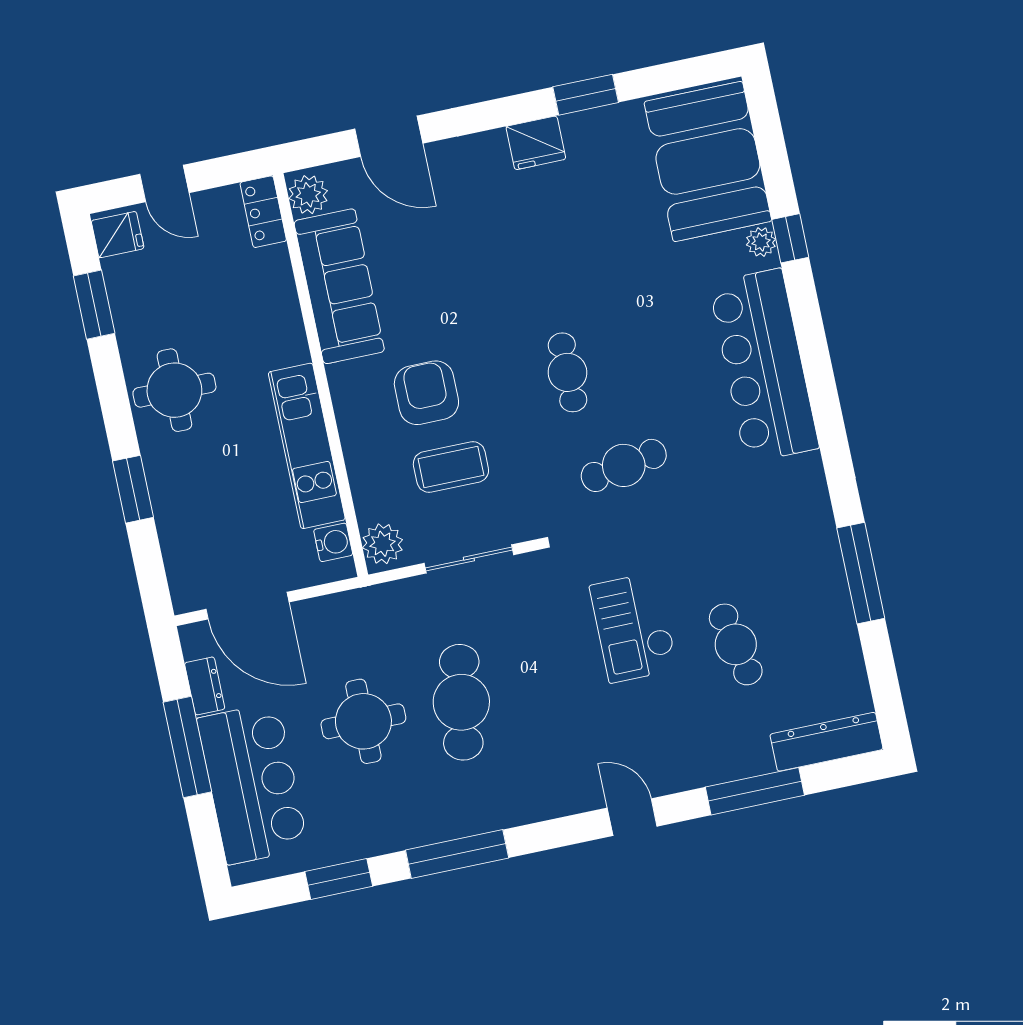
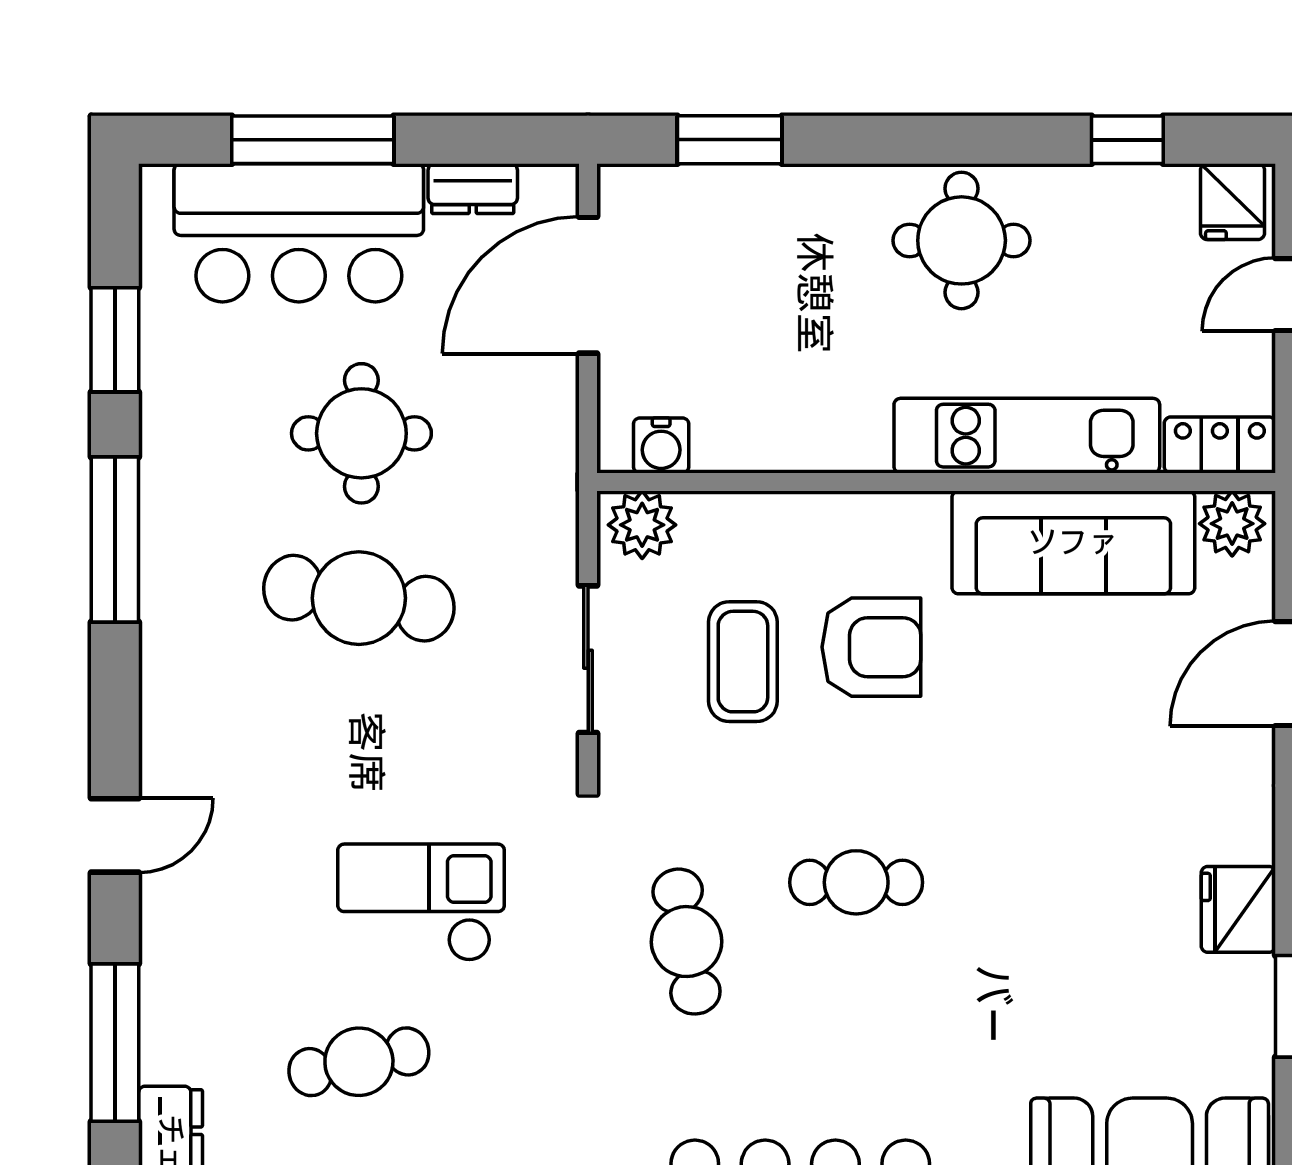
window: (94, 305) -> (1127, 140), width x0.67
kitchen unit: (307, 446) -> (1027, 436), moved
window: (133, 489) -> (730, 140), moved
window: (187, 747) -> (313, 140), moved

